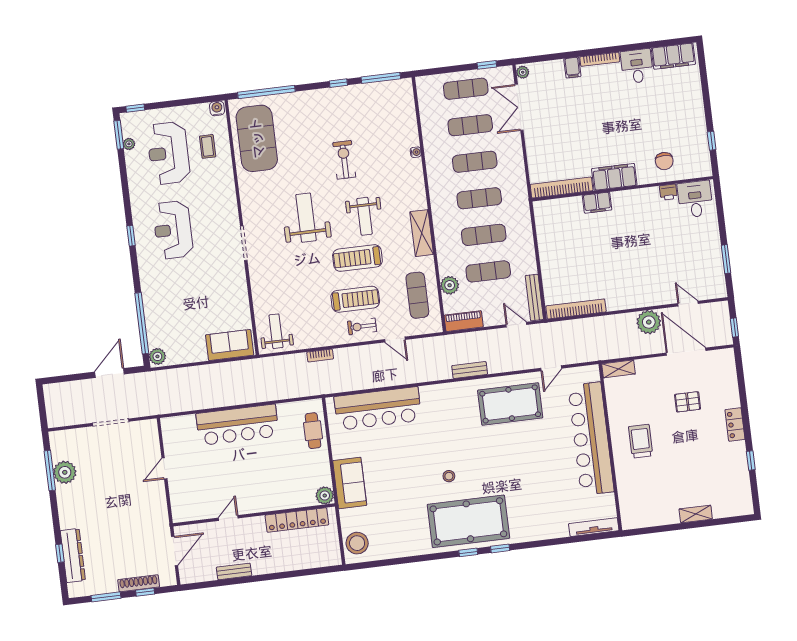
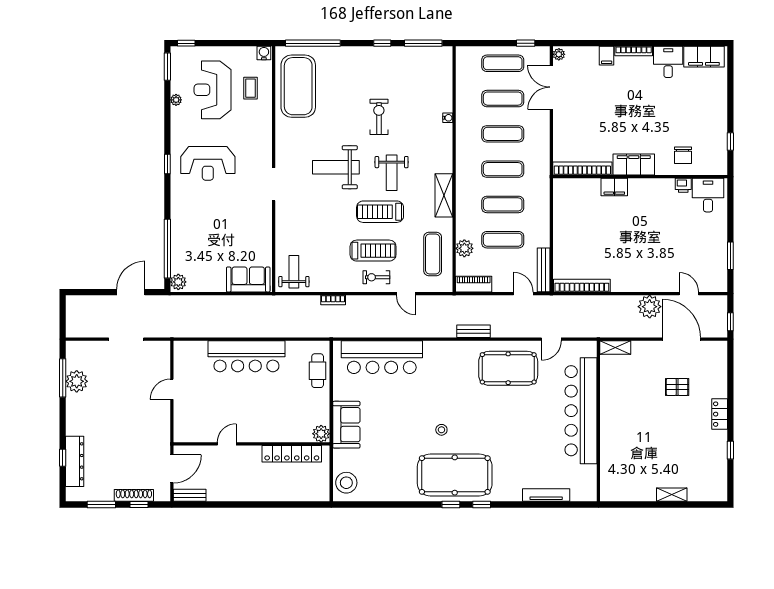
plant: (129, 144) -> (176, 100), moved
weight bench: (306, 218) -> (336, 167), turned -90
reception desk: (173, 230) -> (208, 163), turned -90
trolley: (641, 441) -> (628, 419), removed
tv unit: (594, 527) -> (546, 495), moved
bench: (234, 571) -> (190, 495), moved

